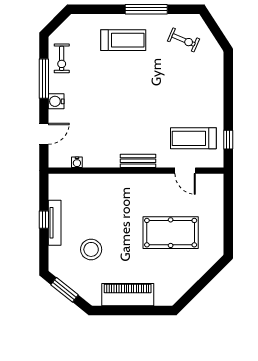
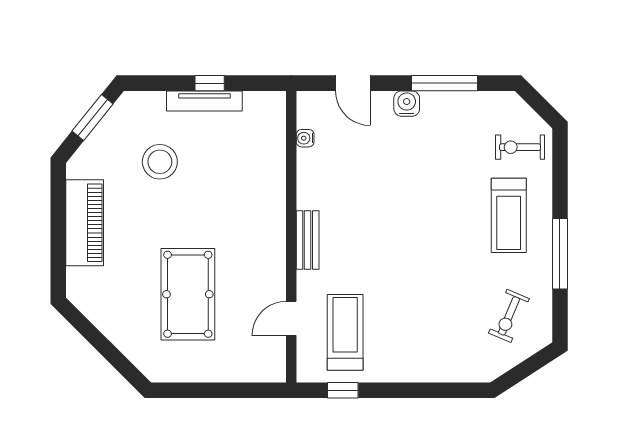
exercise bike: (62, 58) -> (520, 147), moved

